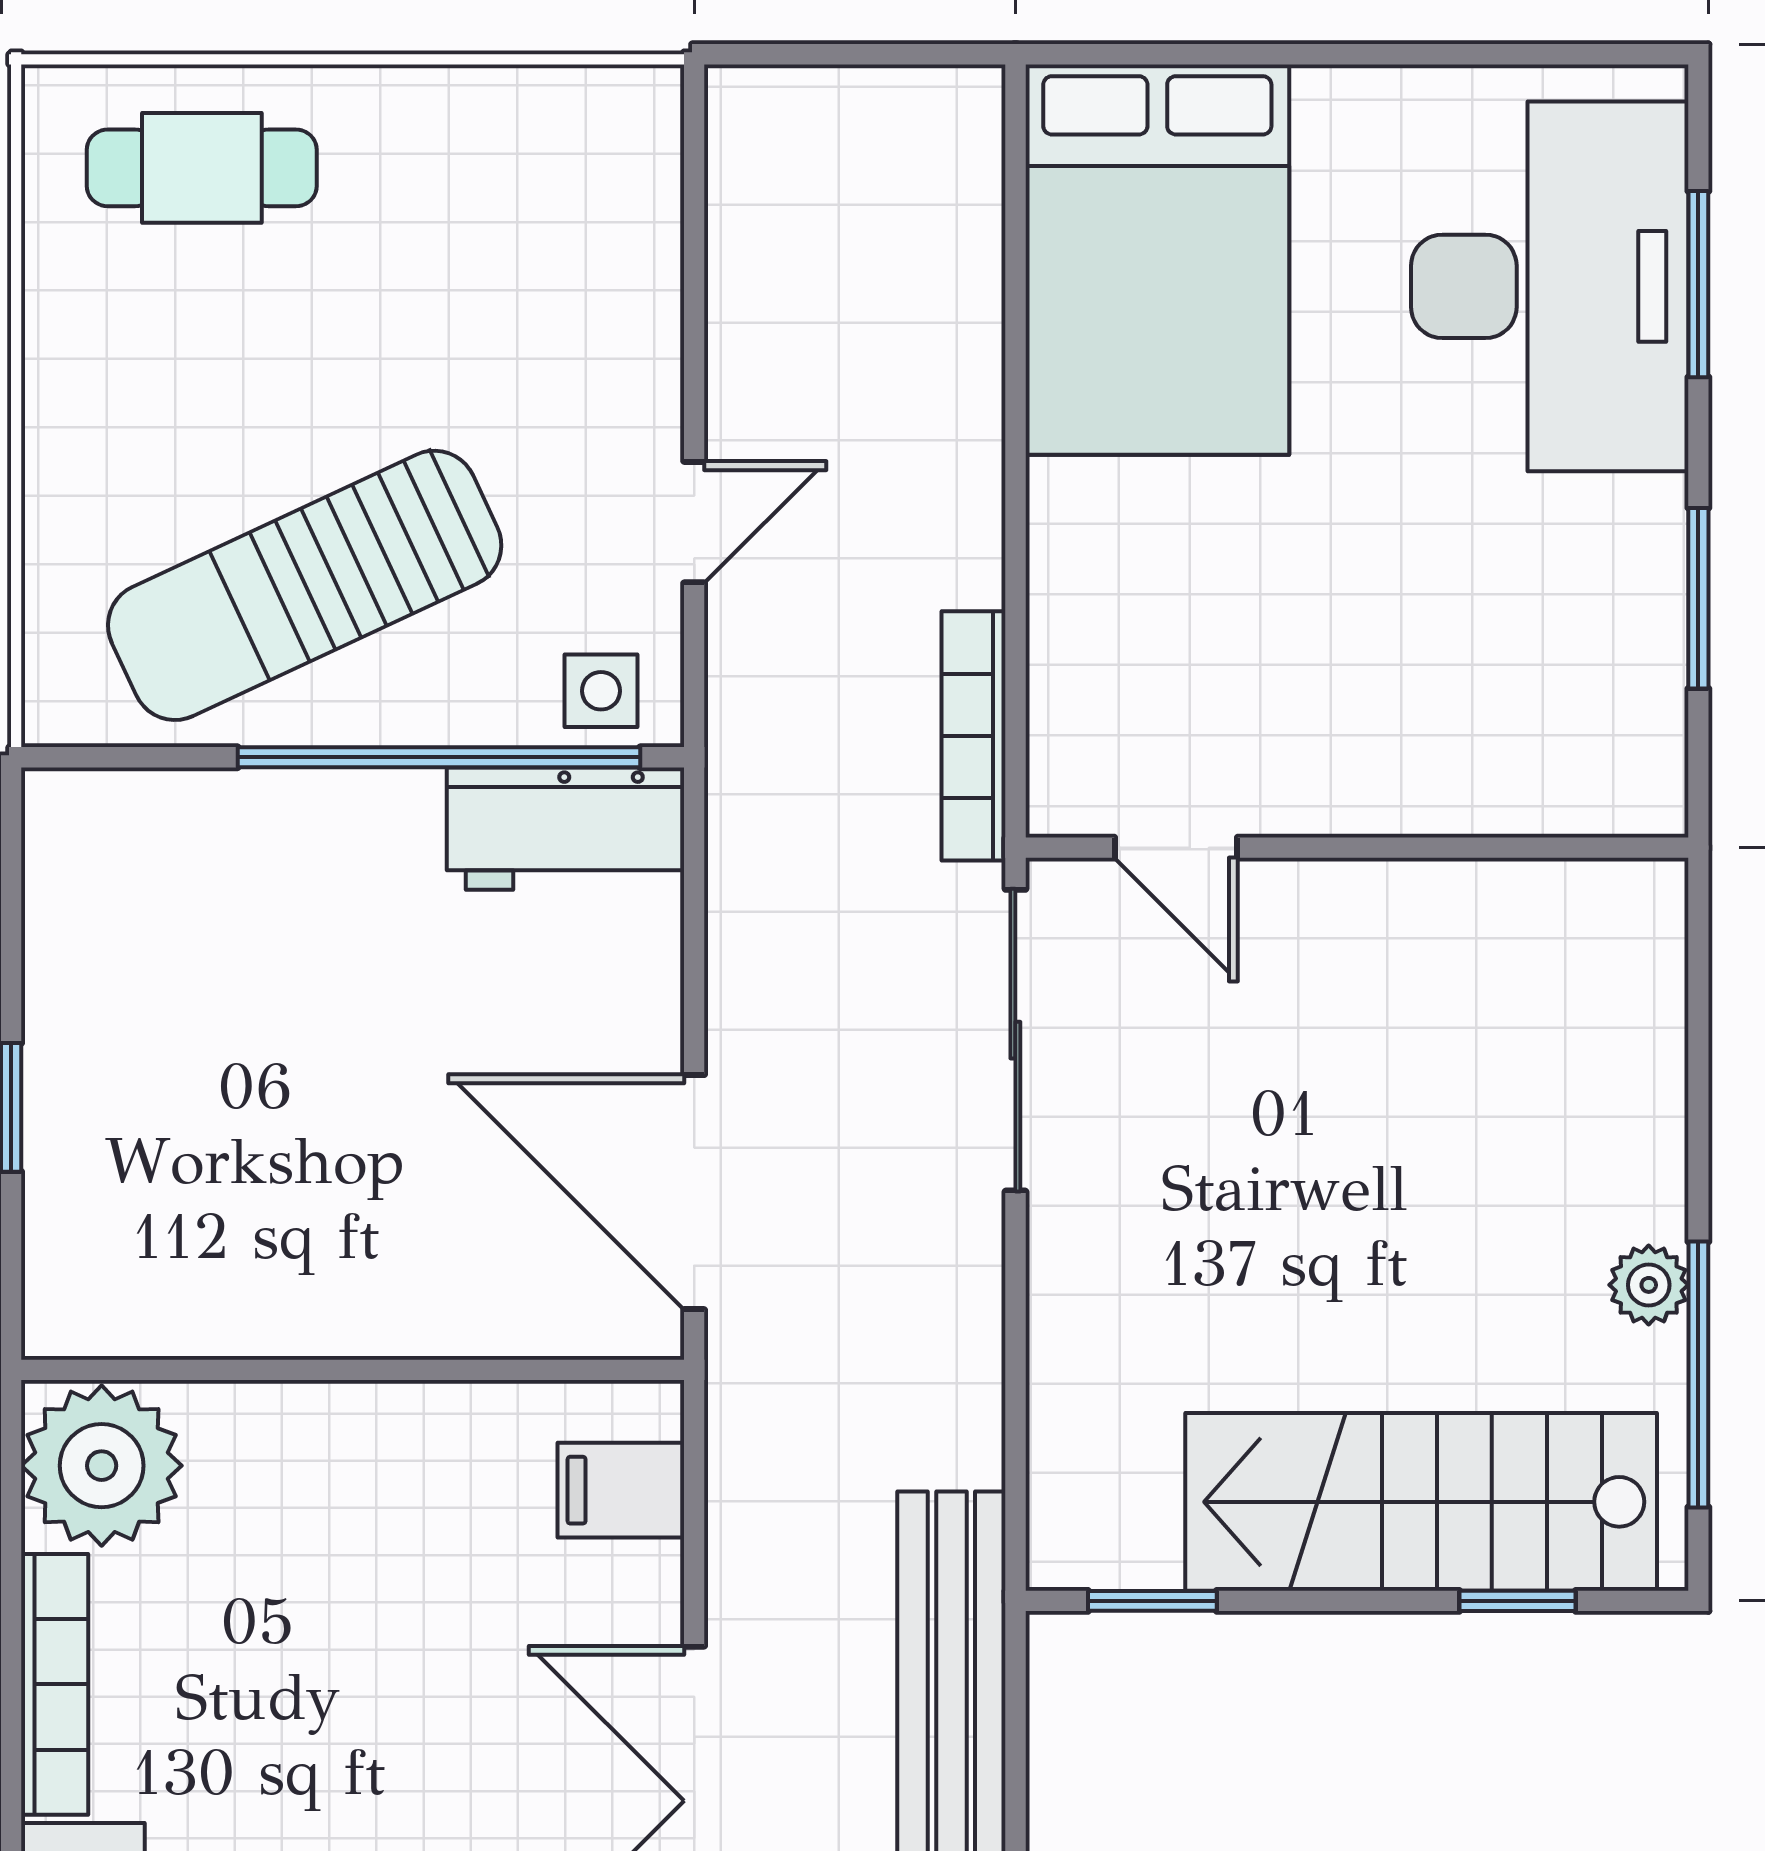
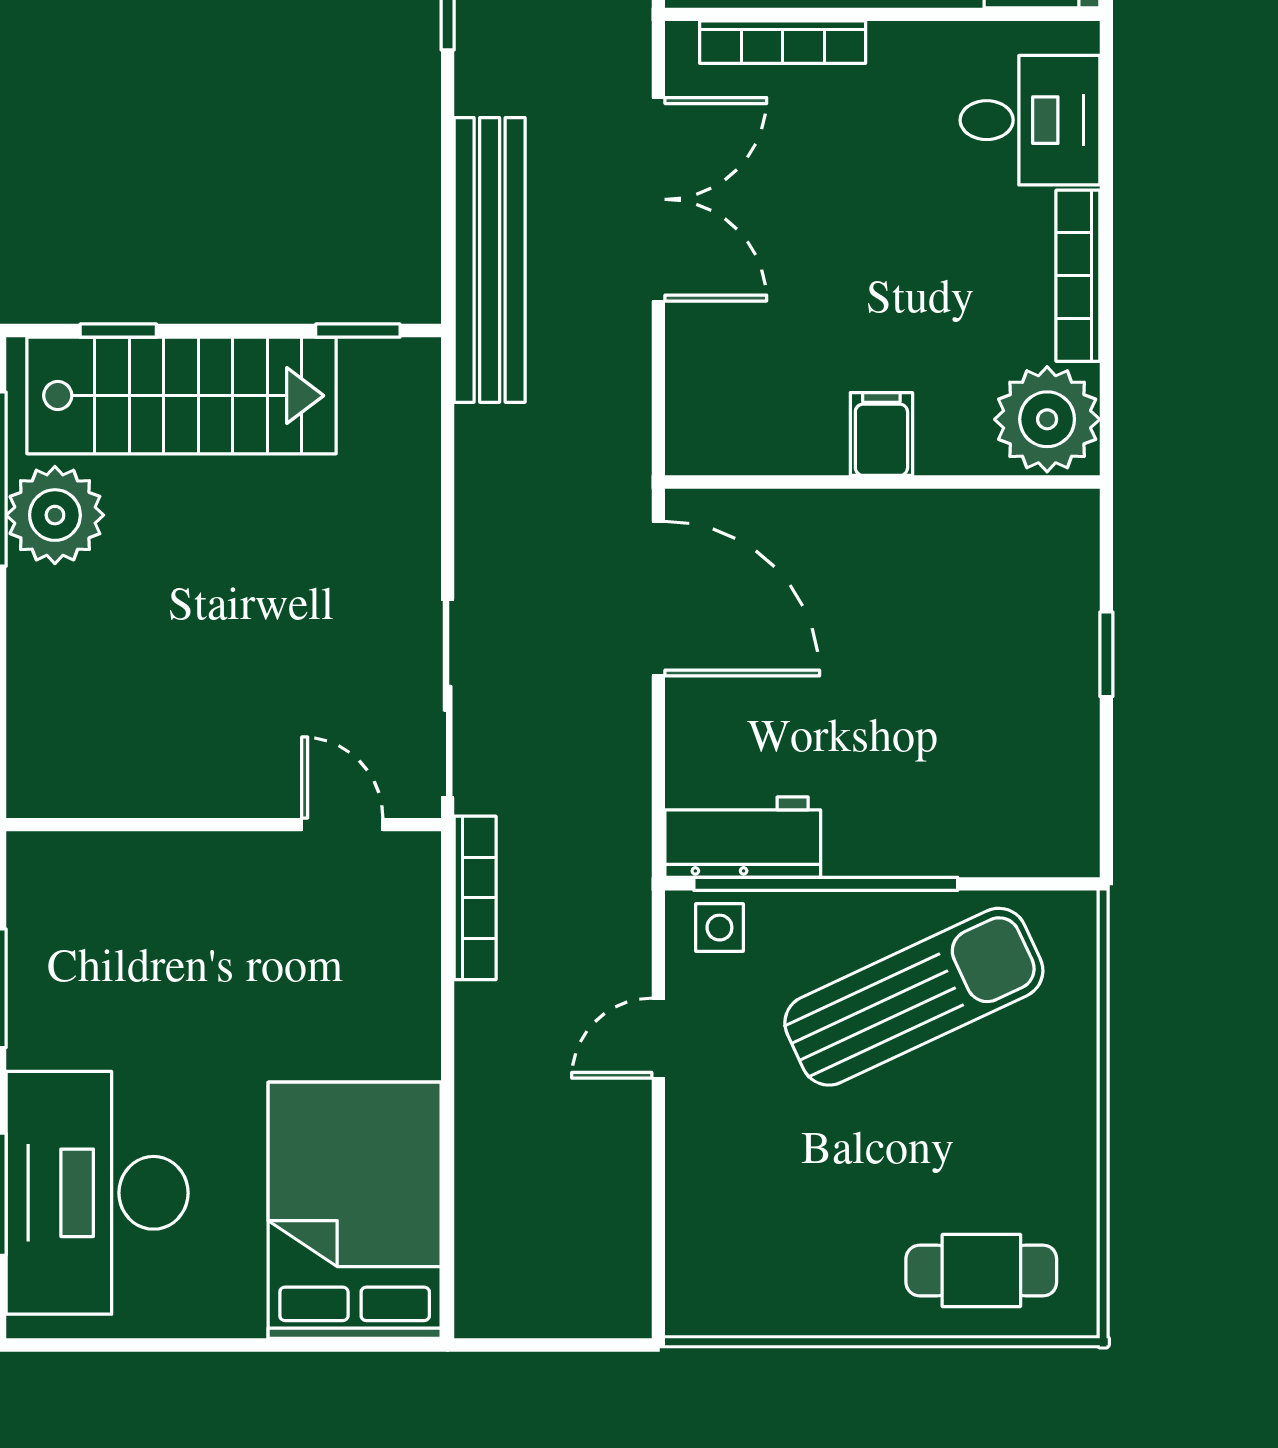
plant: (1649, 1285) -> (55, 515), width x1.88, depth x1.88
filing cabinet: (621, 1490) -> (881, 434), moved, turned -90

